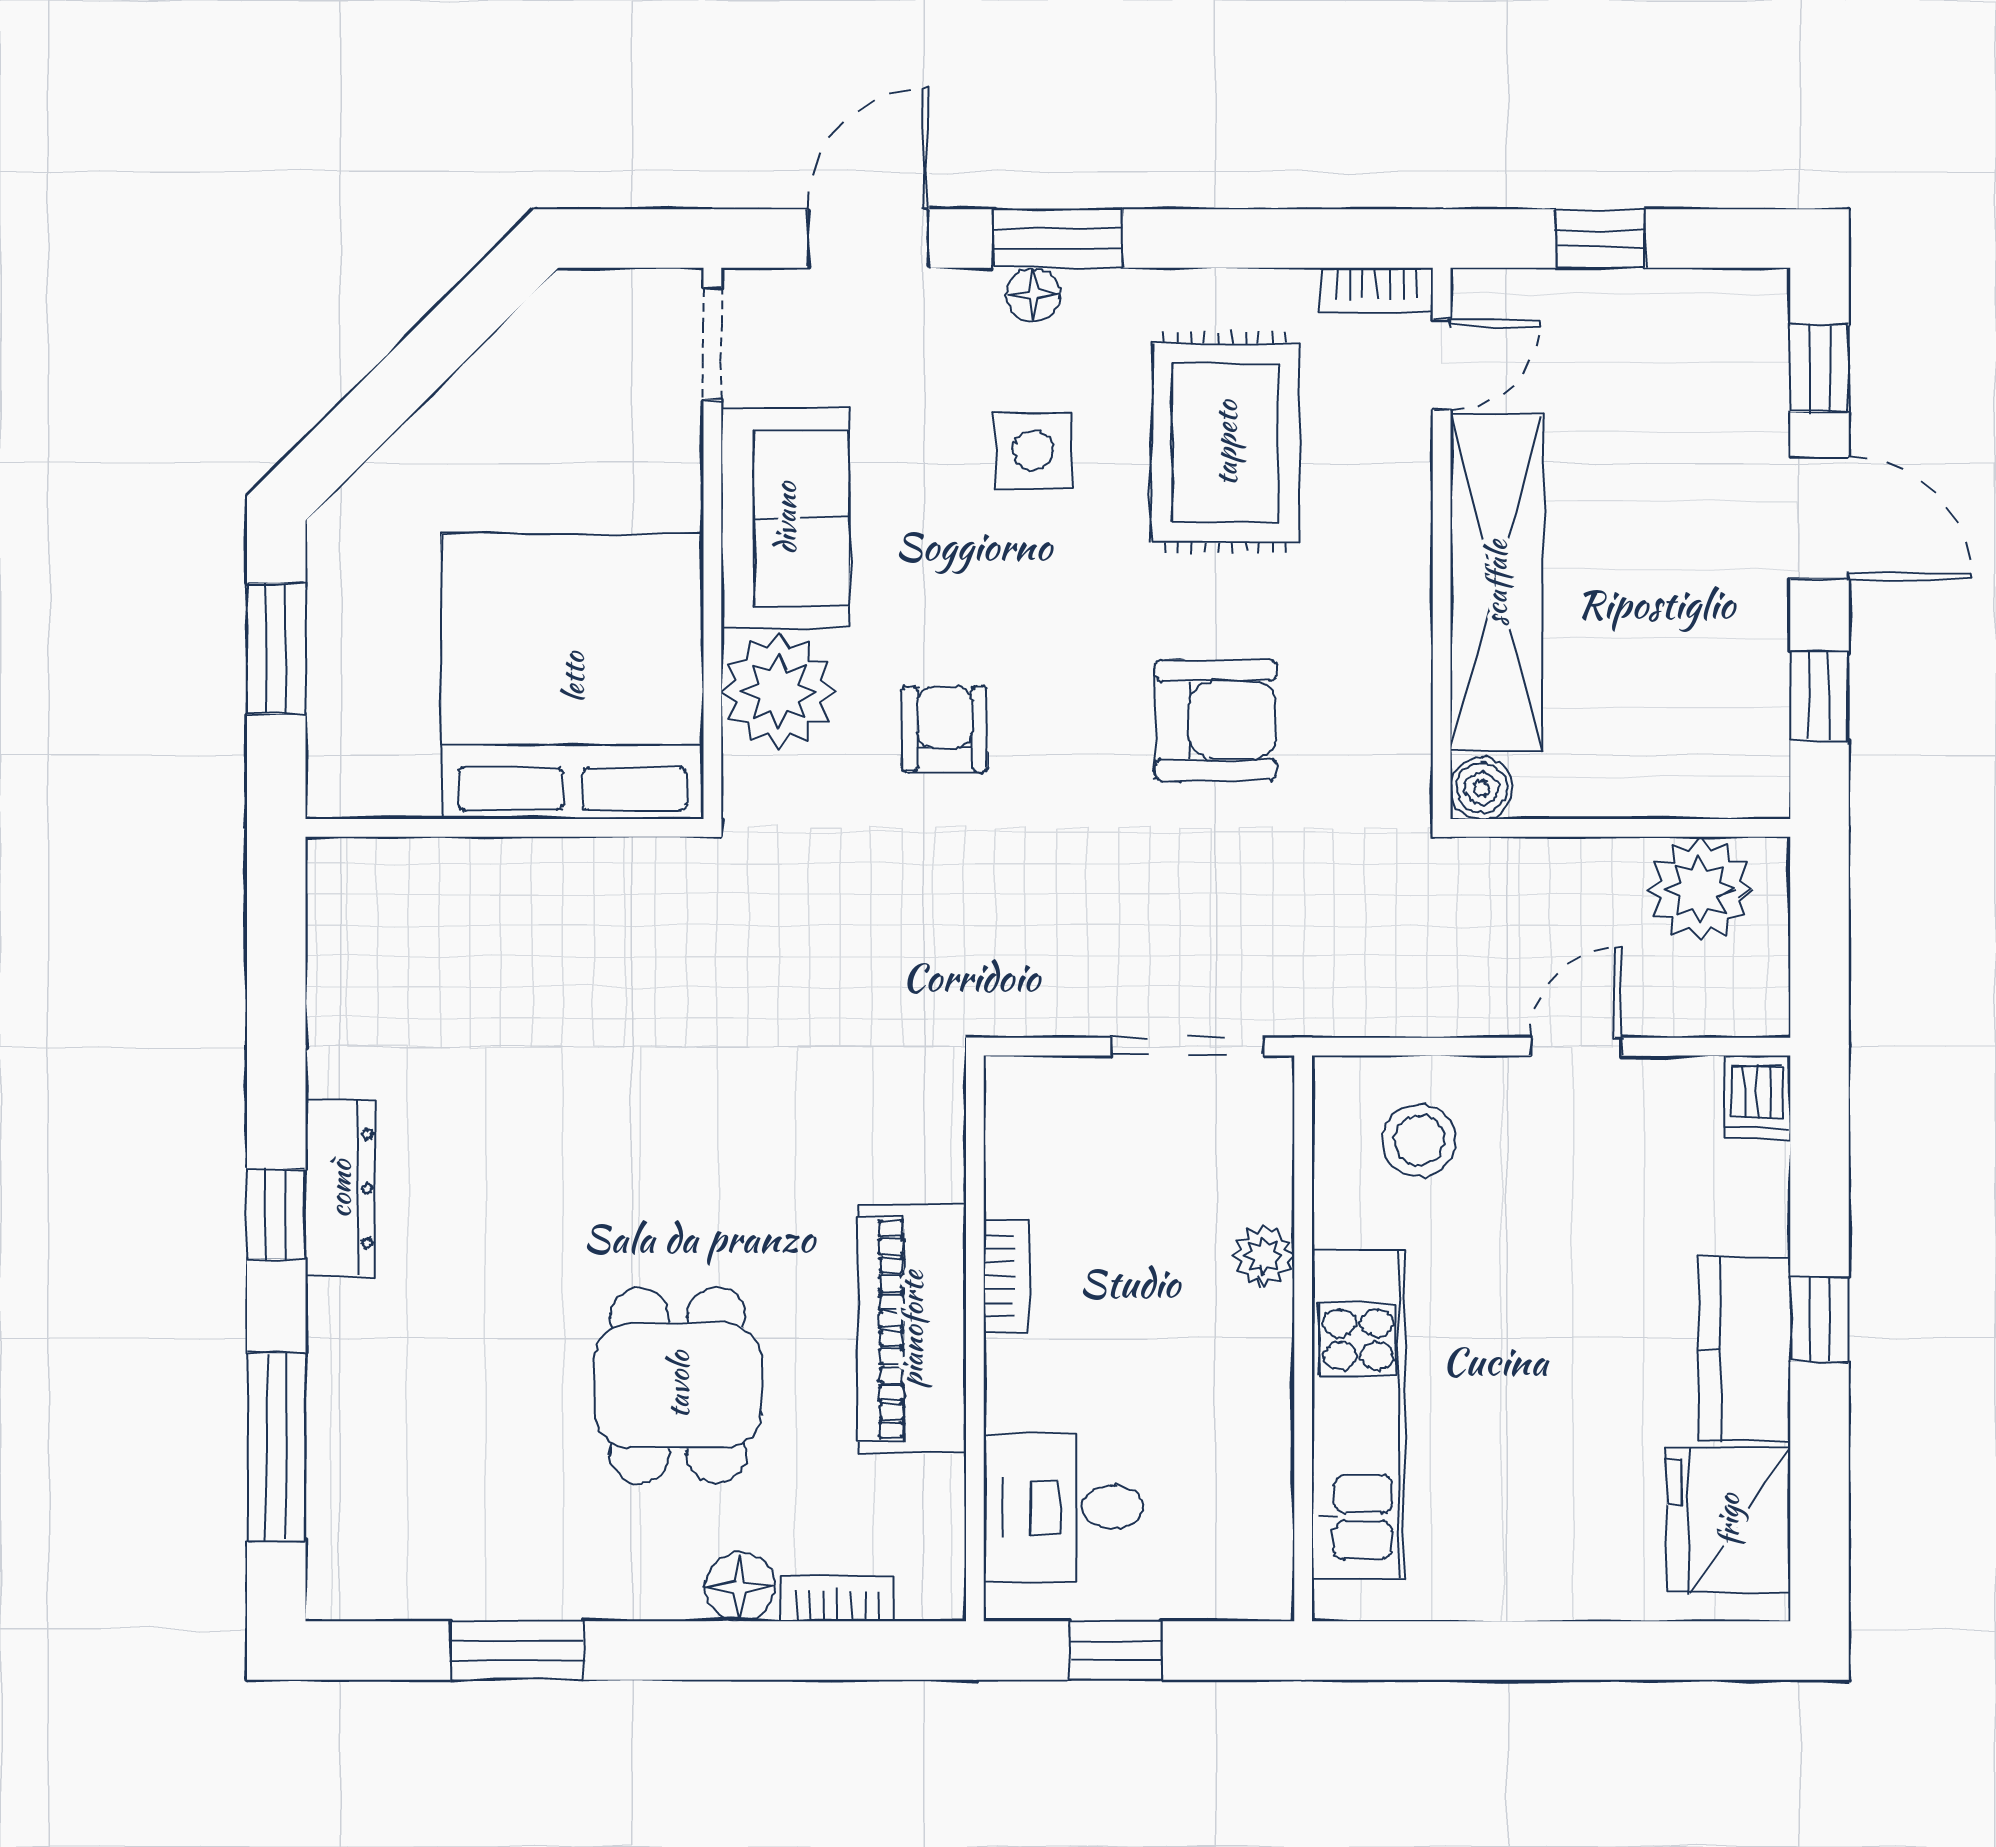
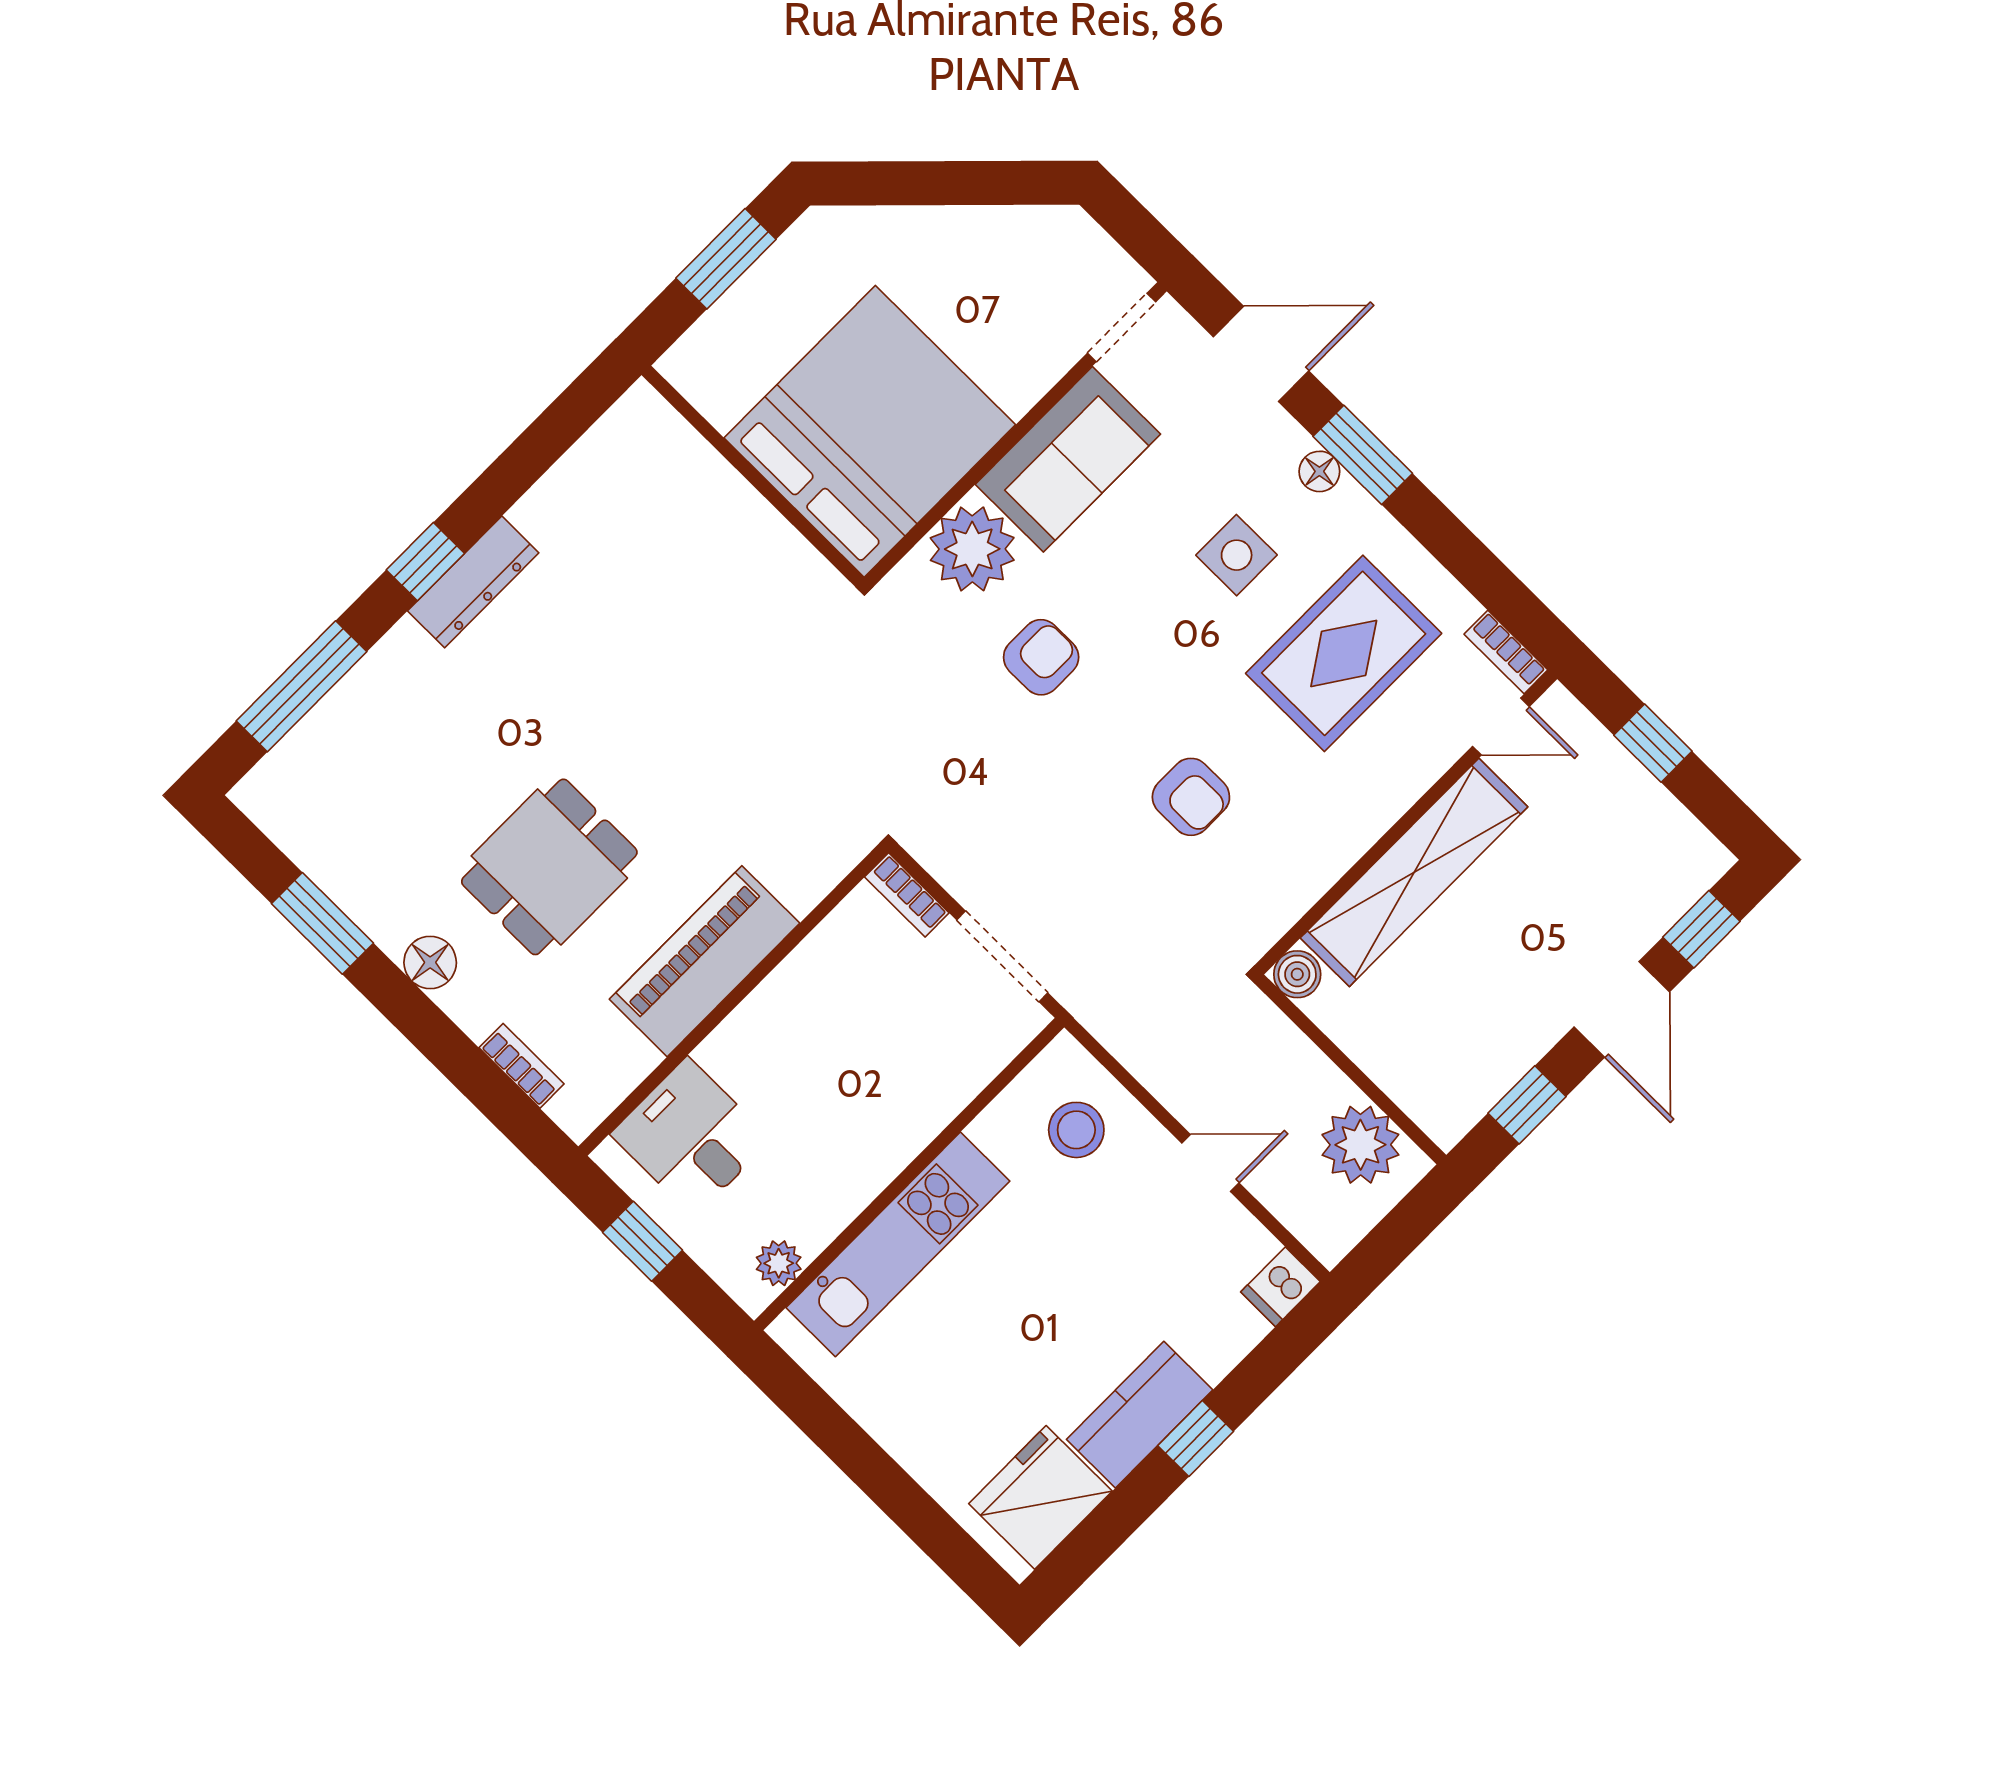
armchair: (1216, 720) -> (1191, 797), width x0.72, depth x0.72
plant: (1264, 1256) -> (779, 1263), moved
bookcase: (1006, 1276) -> (907, 895), moved, turned 90
floor lamp: (740, 1587) -> (430, 962), moved

